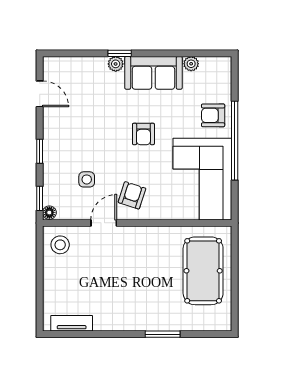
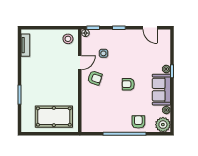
plant: (218, 70) -> (163, 125), added
door: (40, 94) -> (150, 28), hinge flipped
corner sofa: (202, 179) -> (104, 116), removed
door: (104, 223) -> (80, 63), hinge flipped

